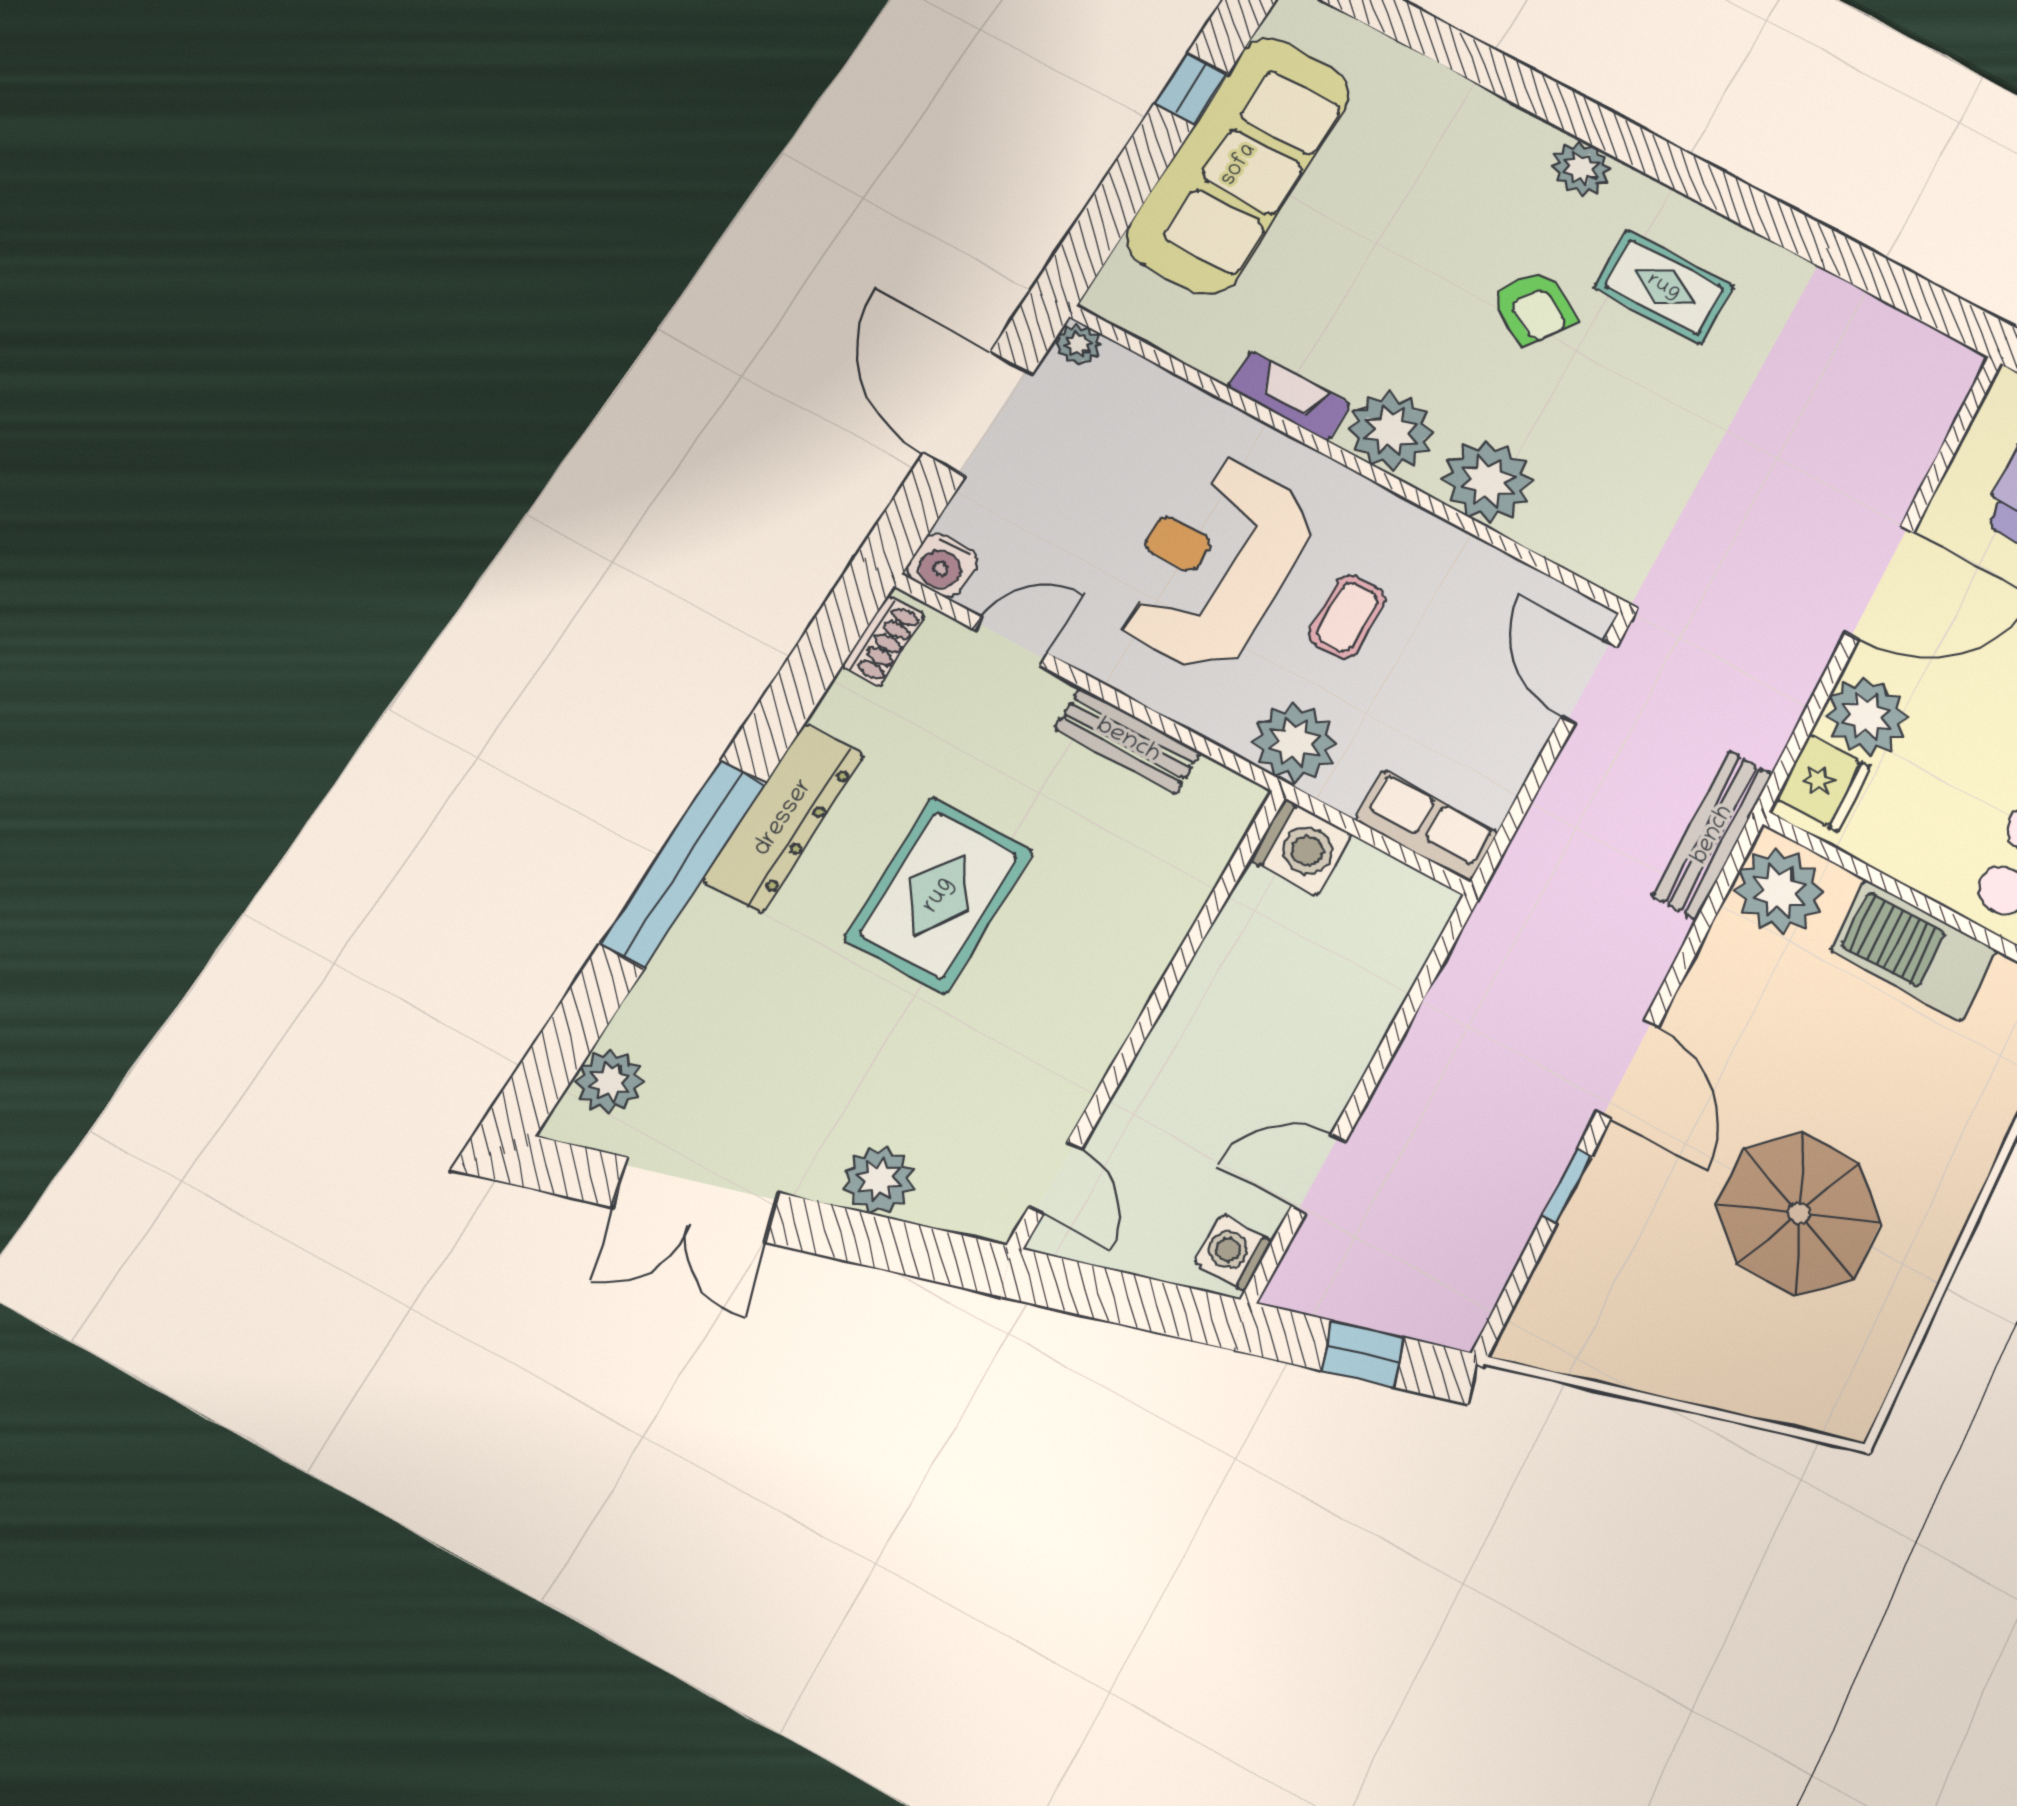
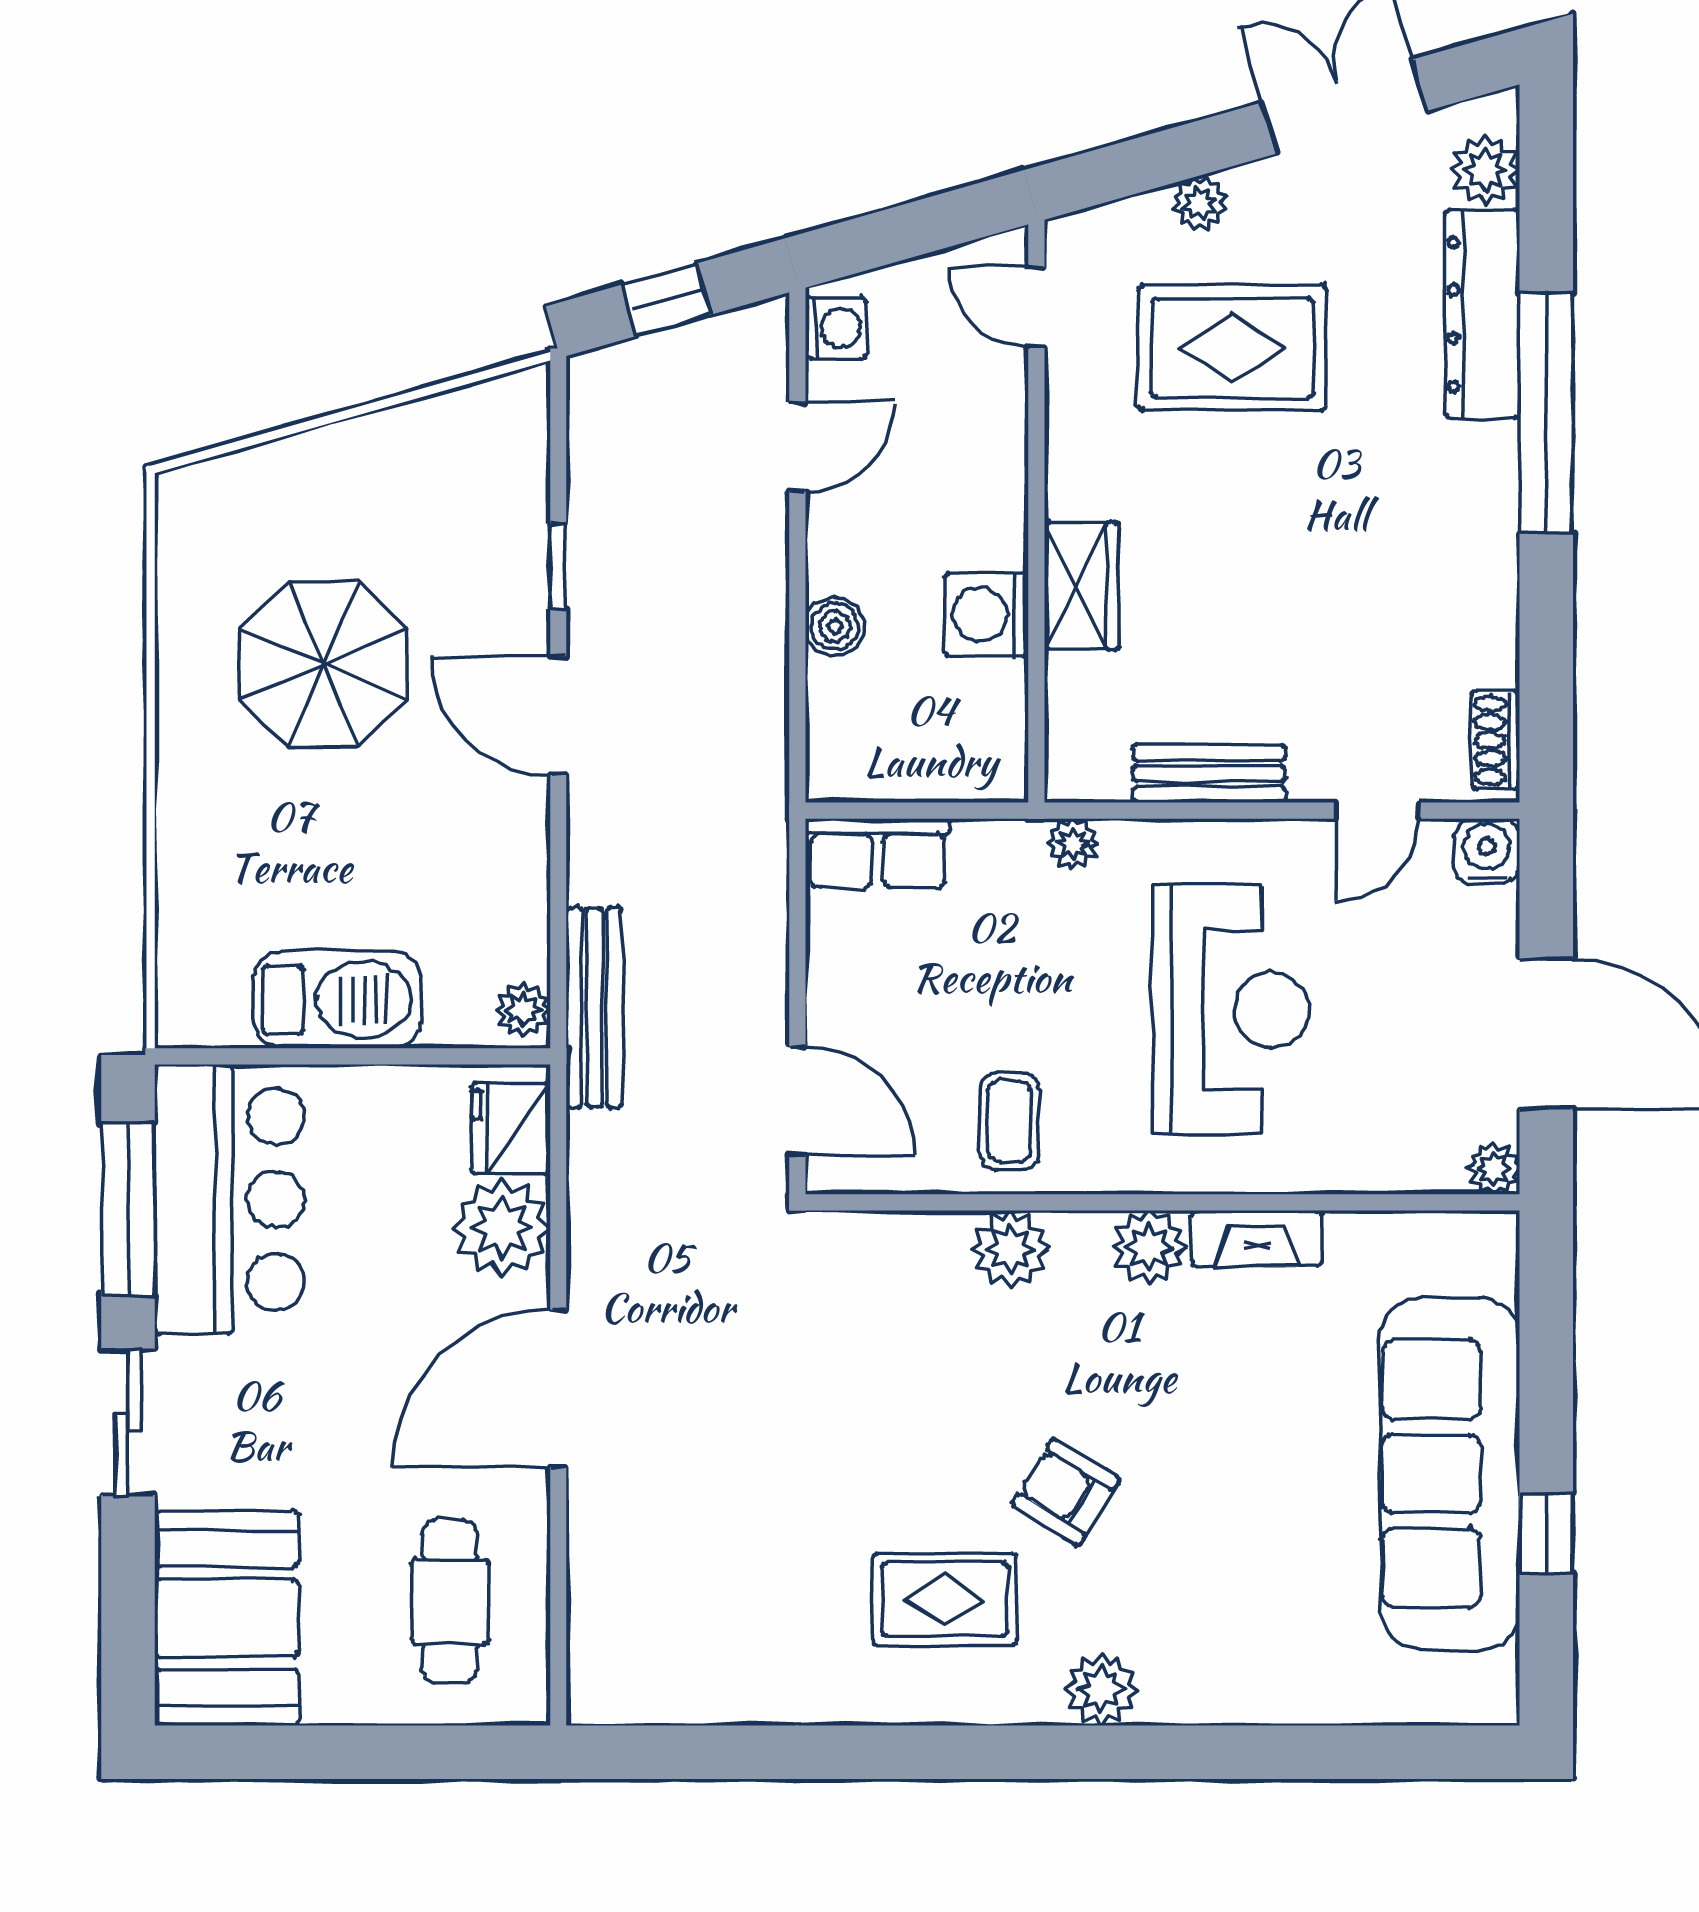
plant: (1391, 431) -> (1149, 1247), width x0.73, depth x0.73
plant: (1488, 481) -> (1010, 1249), width x0.73, depth x0.73
coffee table: (1347, 617) -> (1009, 1121), moved
plant: (1294, 742) -> (1073, 844), width x0.53, depth x0.53
dresser: (784, 818) -> (1482, 314), moved
washing machine: (1301, 847) -> (986, 614), moved
plant: (1779, 891) -> (523, 1010), width x0.53, depth x0.53
rug: (939, 895) -> (1233, 348), moved, turned 90
wardrobe: (1147, 937) -> (1081, 586), added
boiler: (1366, 1016) -> (835, 627), added
plant: (879, 1180) -> (1200, 203), width x0.73, depth x0.73

